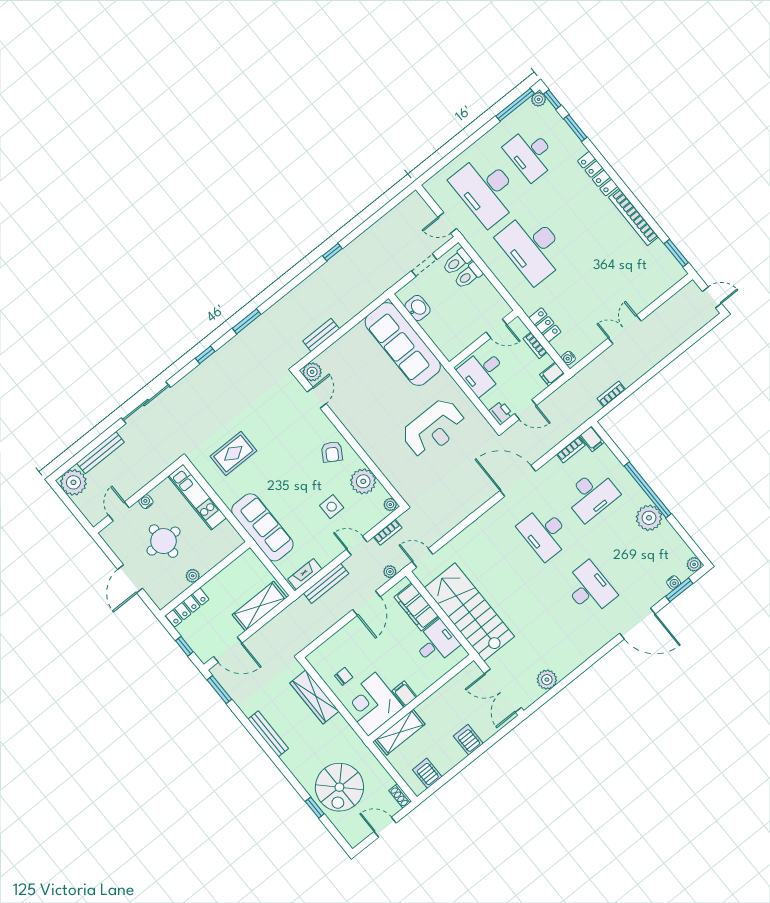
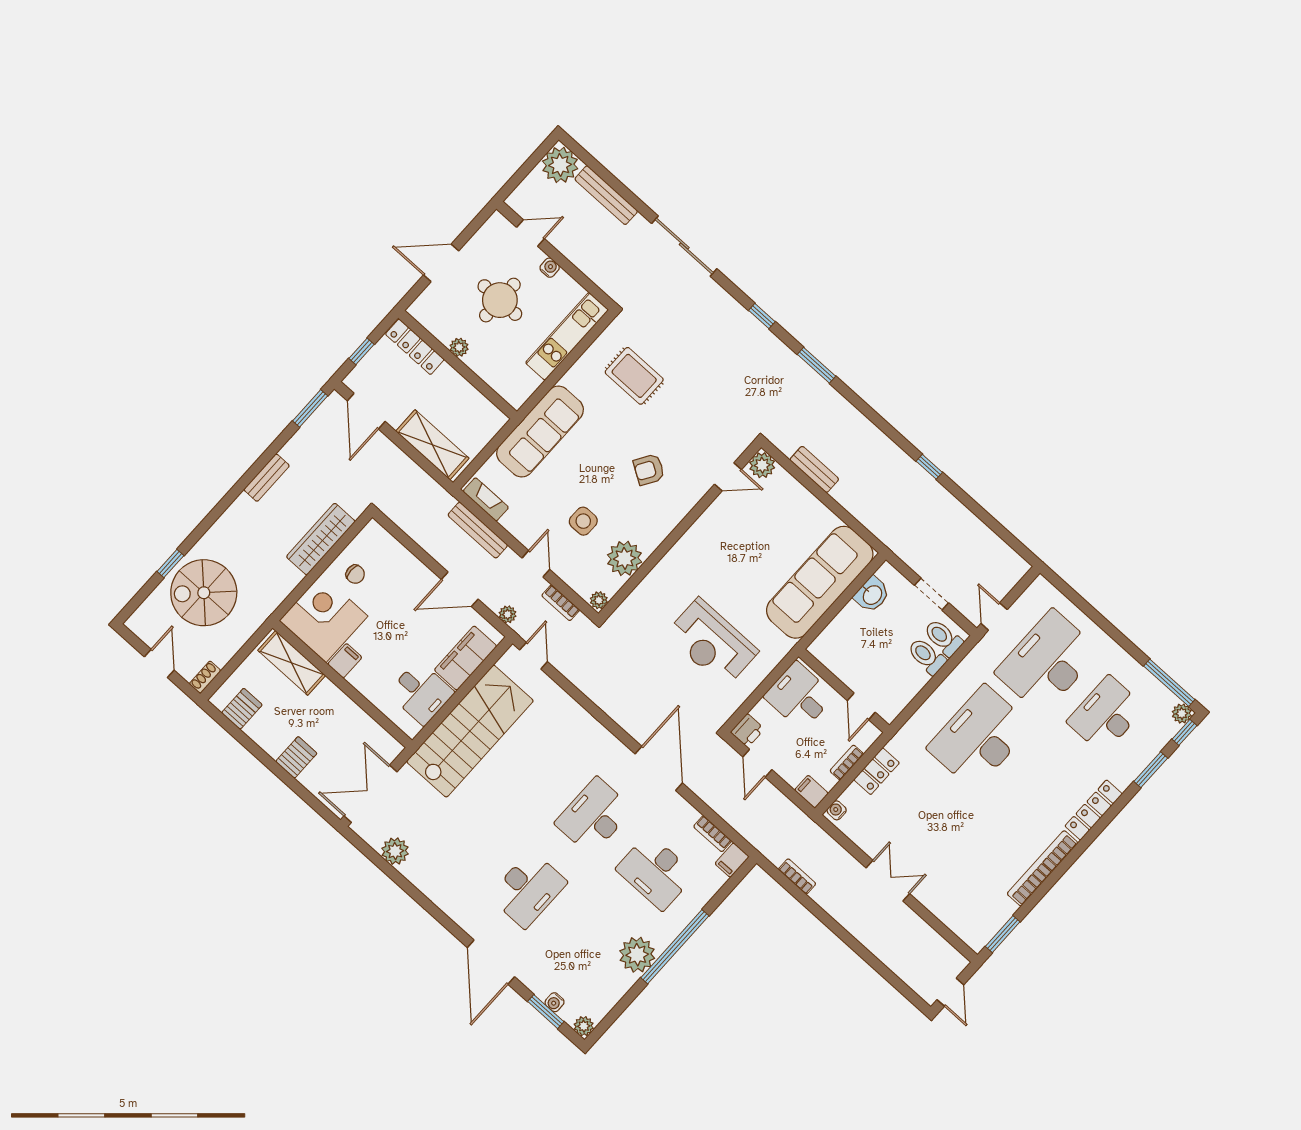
armchair: (332, 452) -> (649, 470), moved
bench: (268, 734) -> (267, 478), width x0.73

